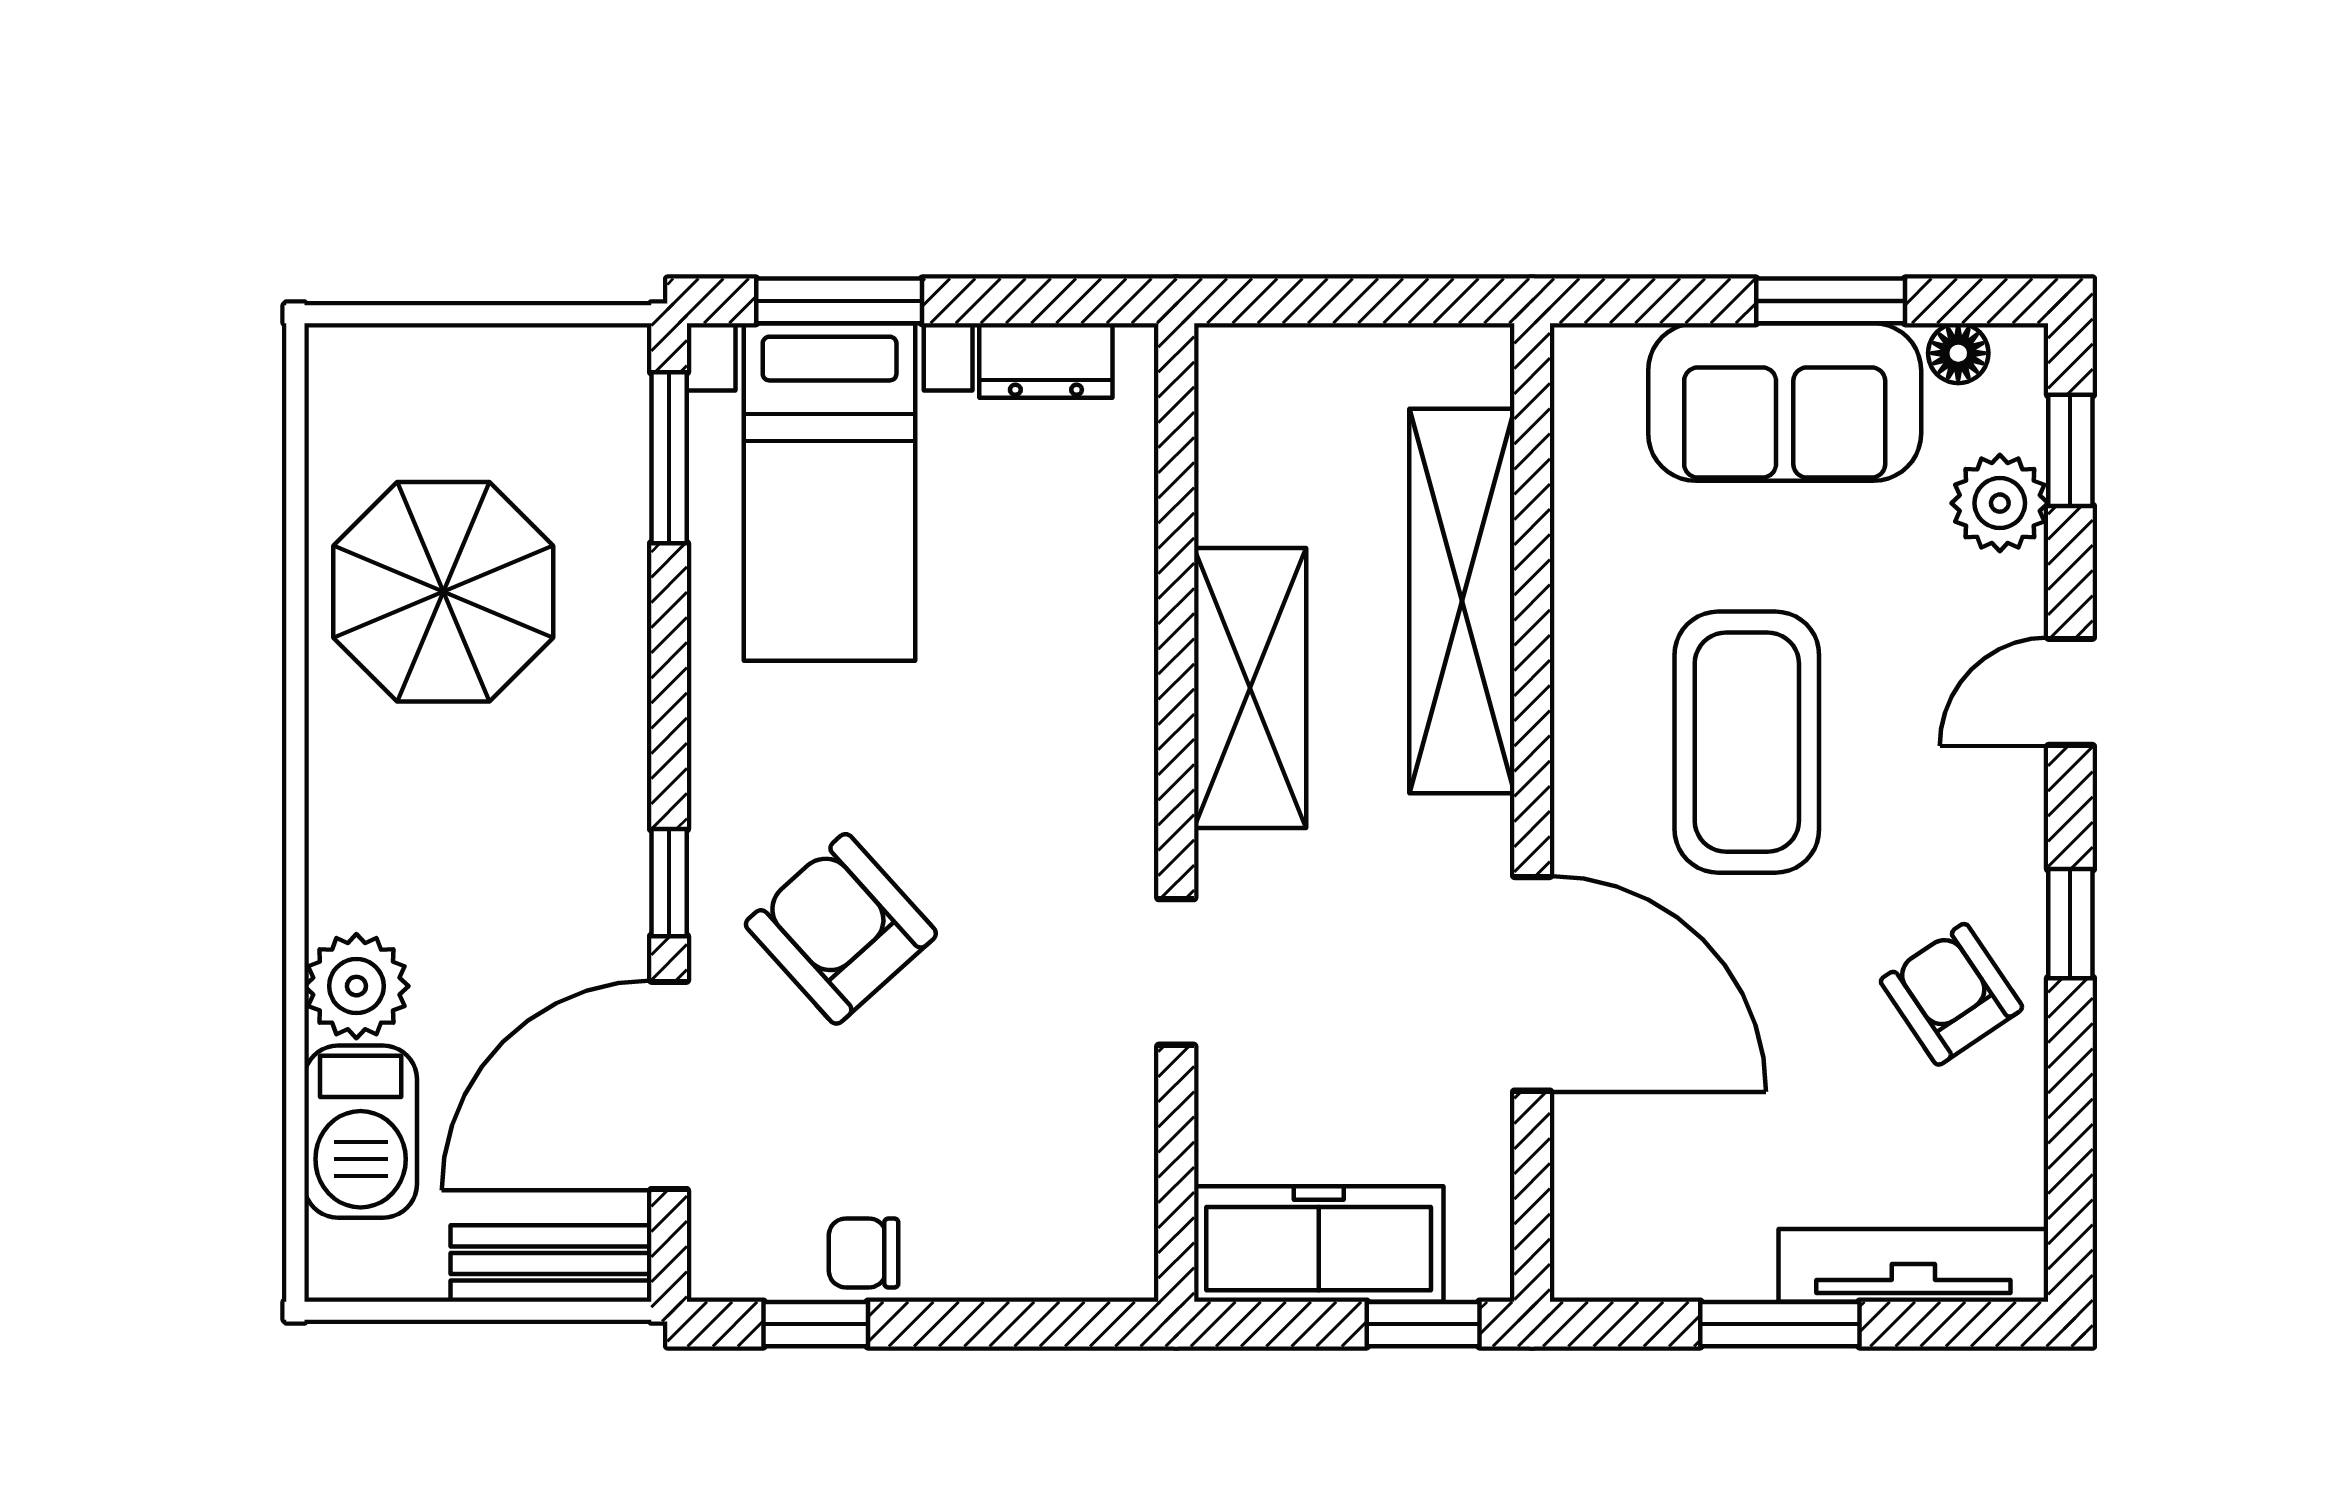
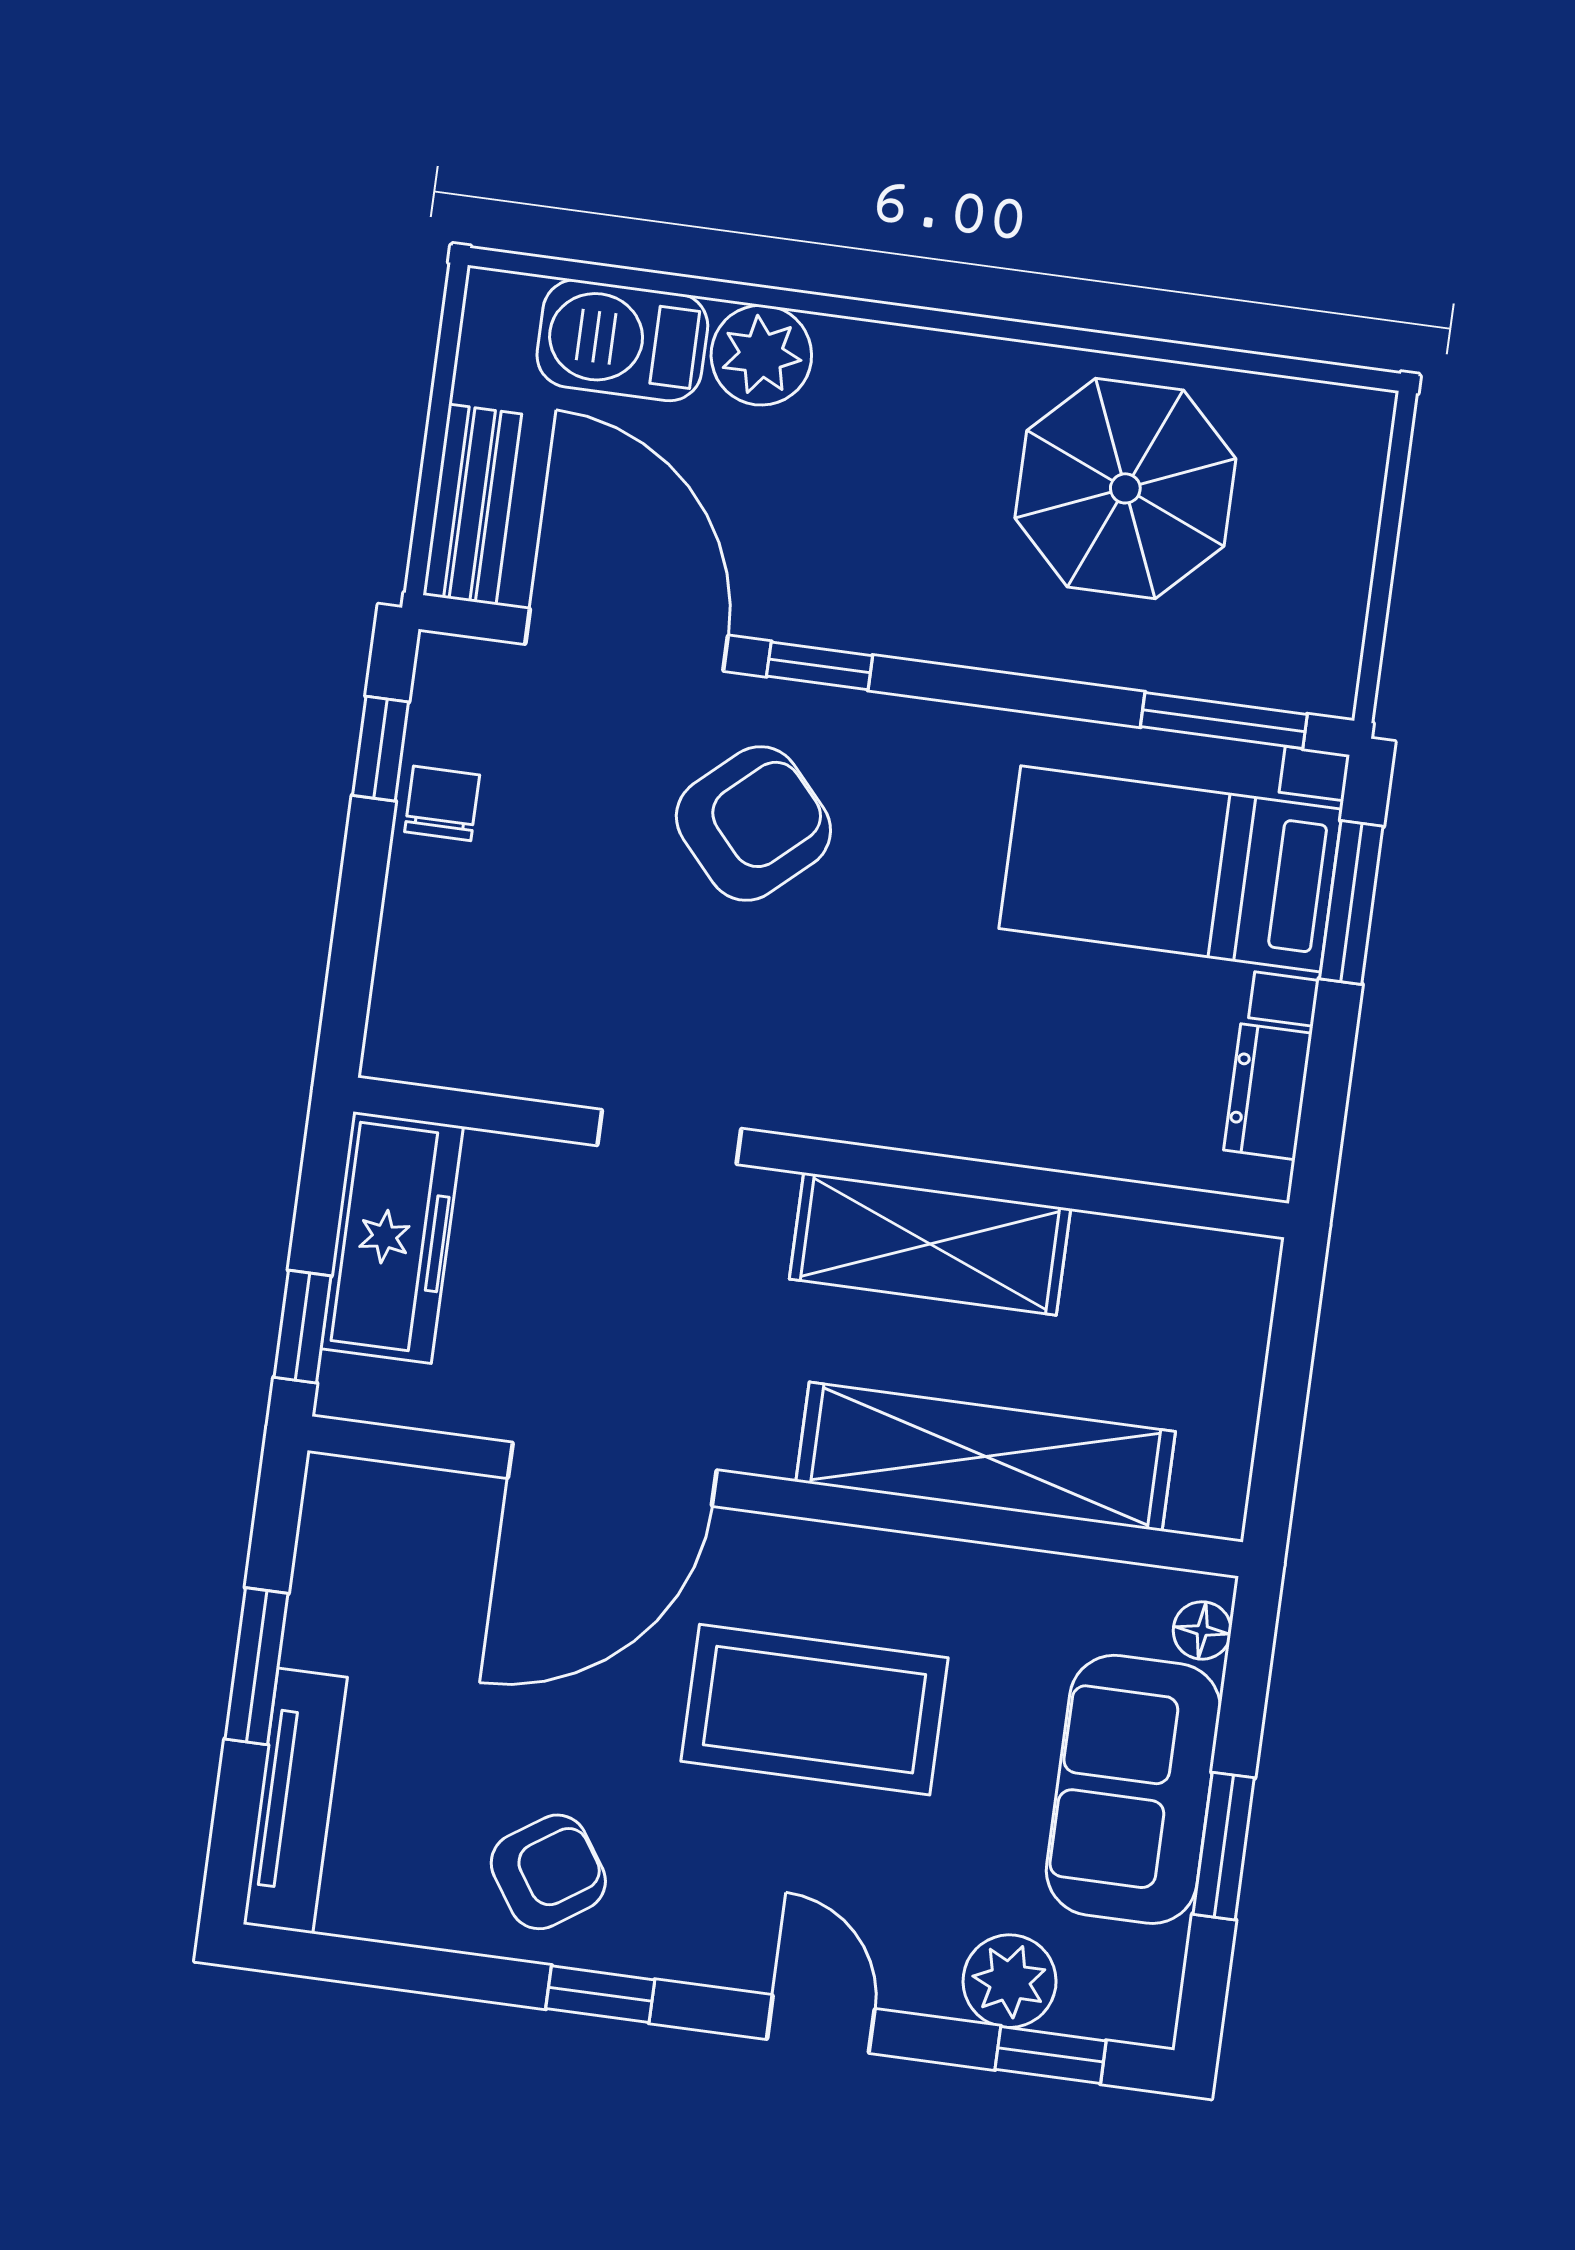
floor lamp: (1958, 353) -> (1202, 1630), moved

